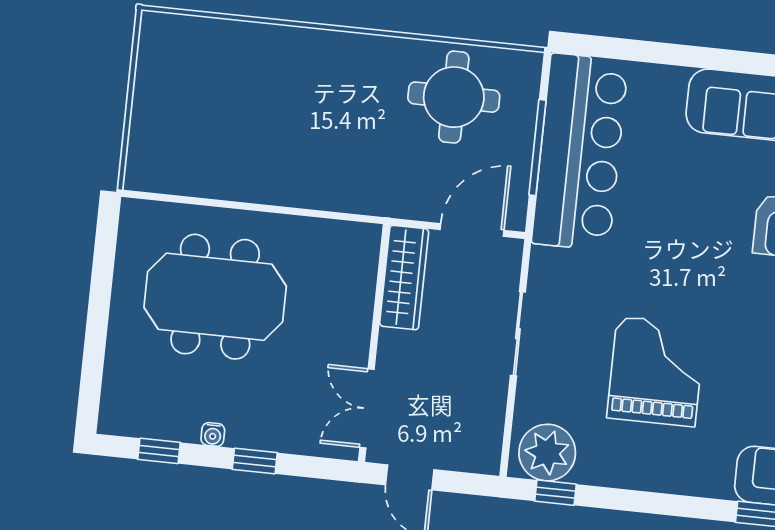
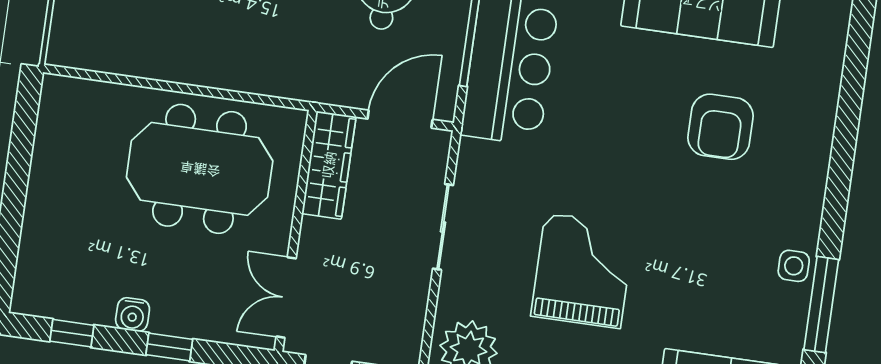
meeting table: (215, 297) -> (200, 169), moved
water cooler: (213, 434) -> (133, 315), width x1.38, depth x1.38

